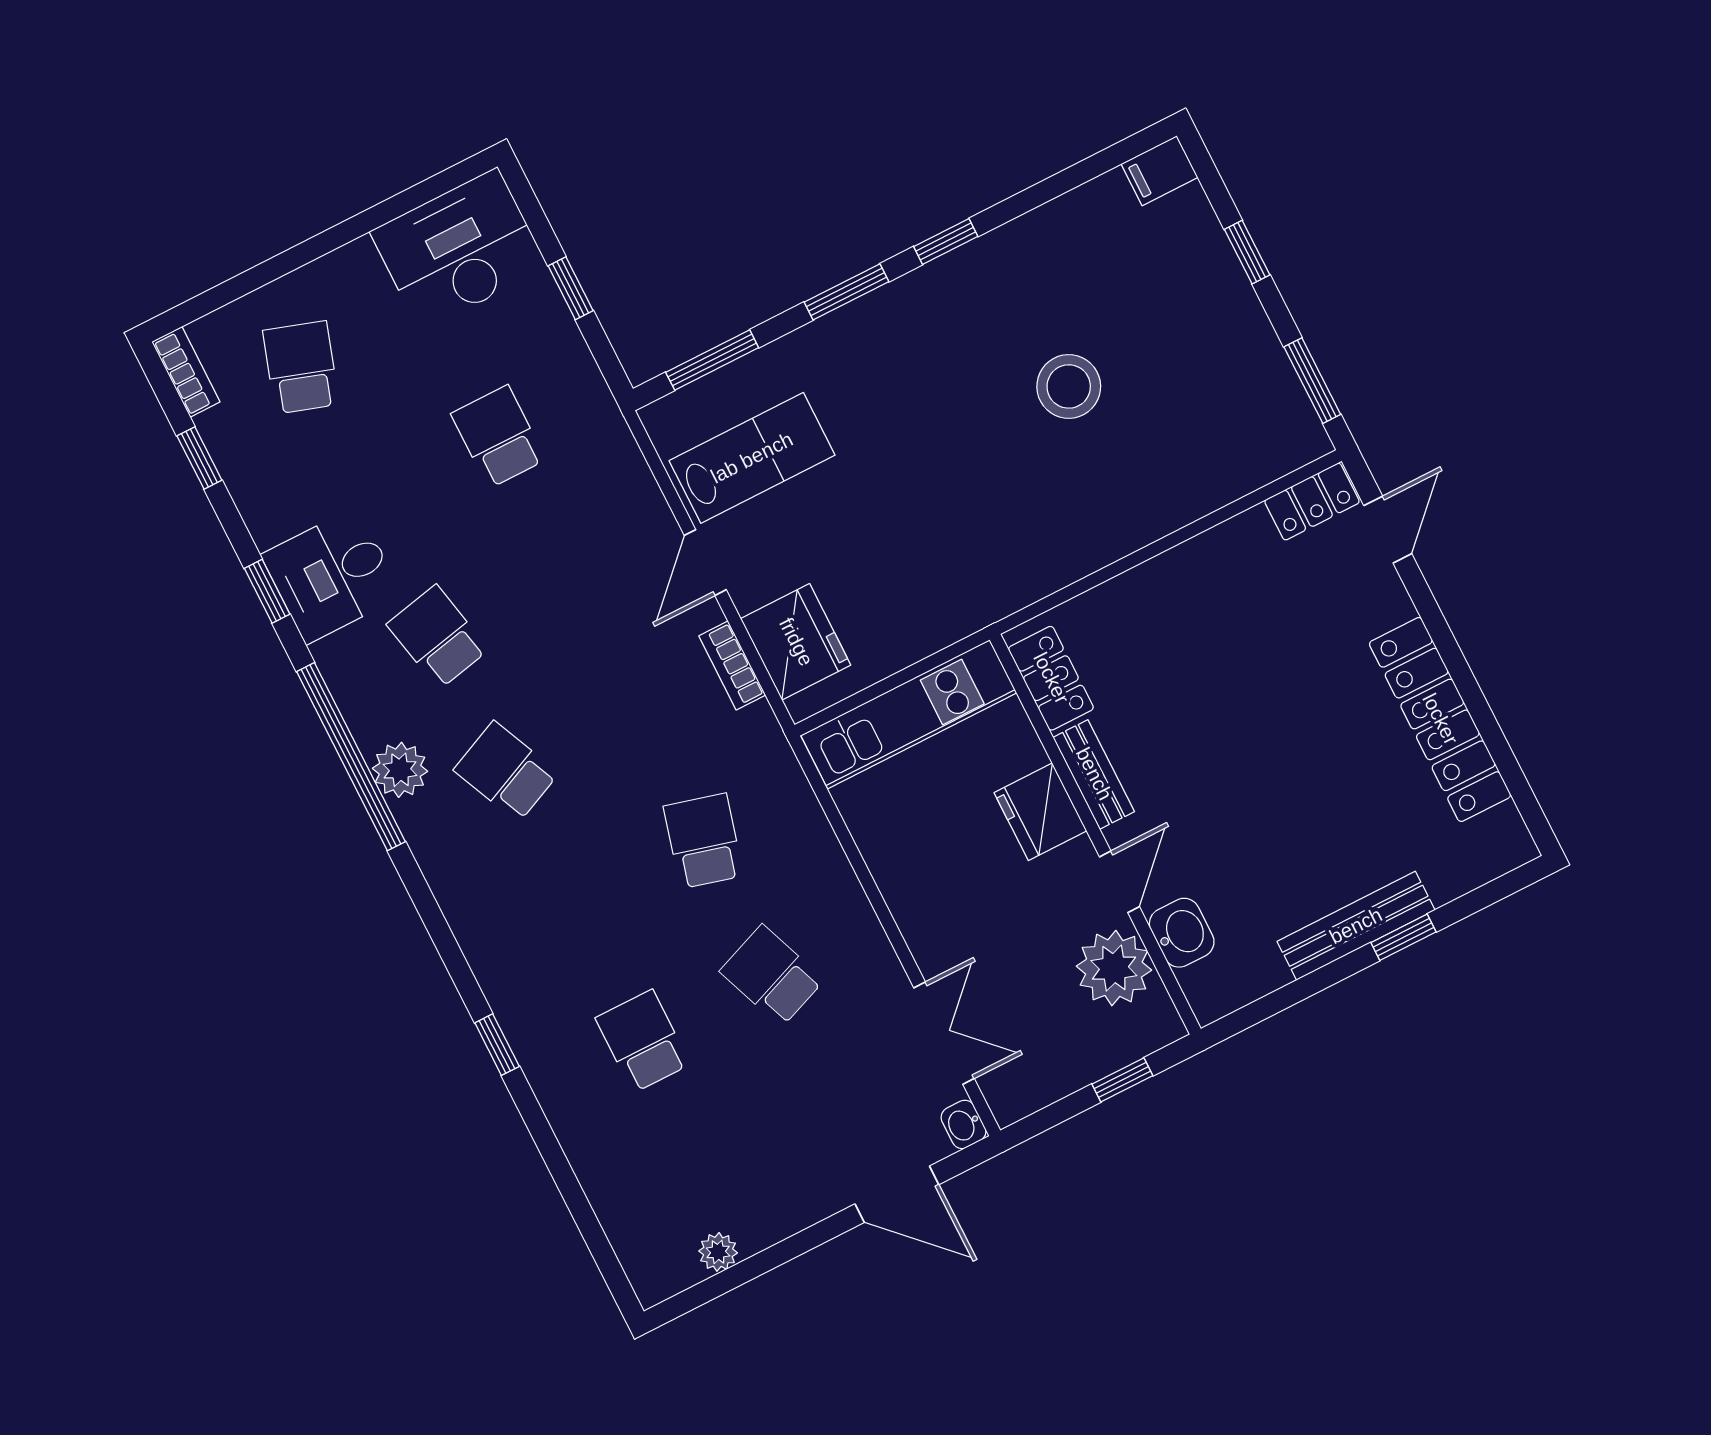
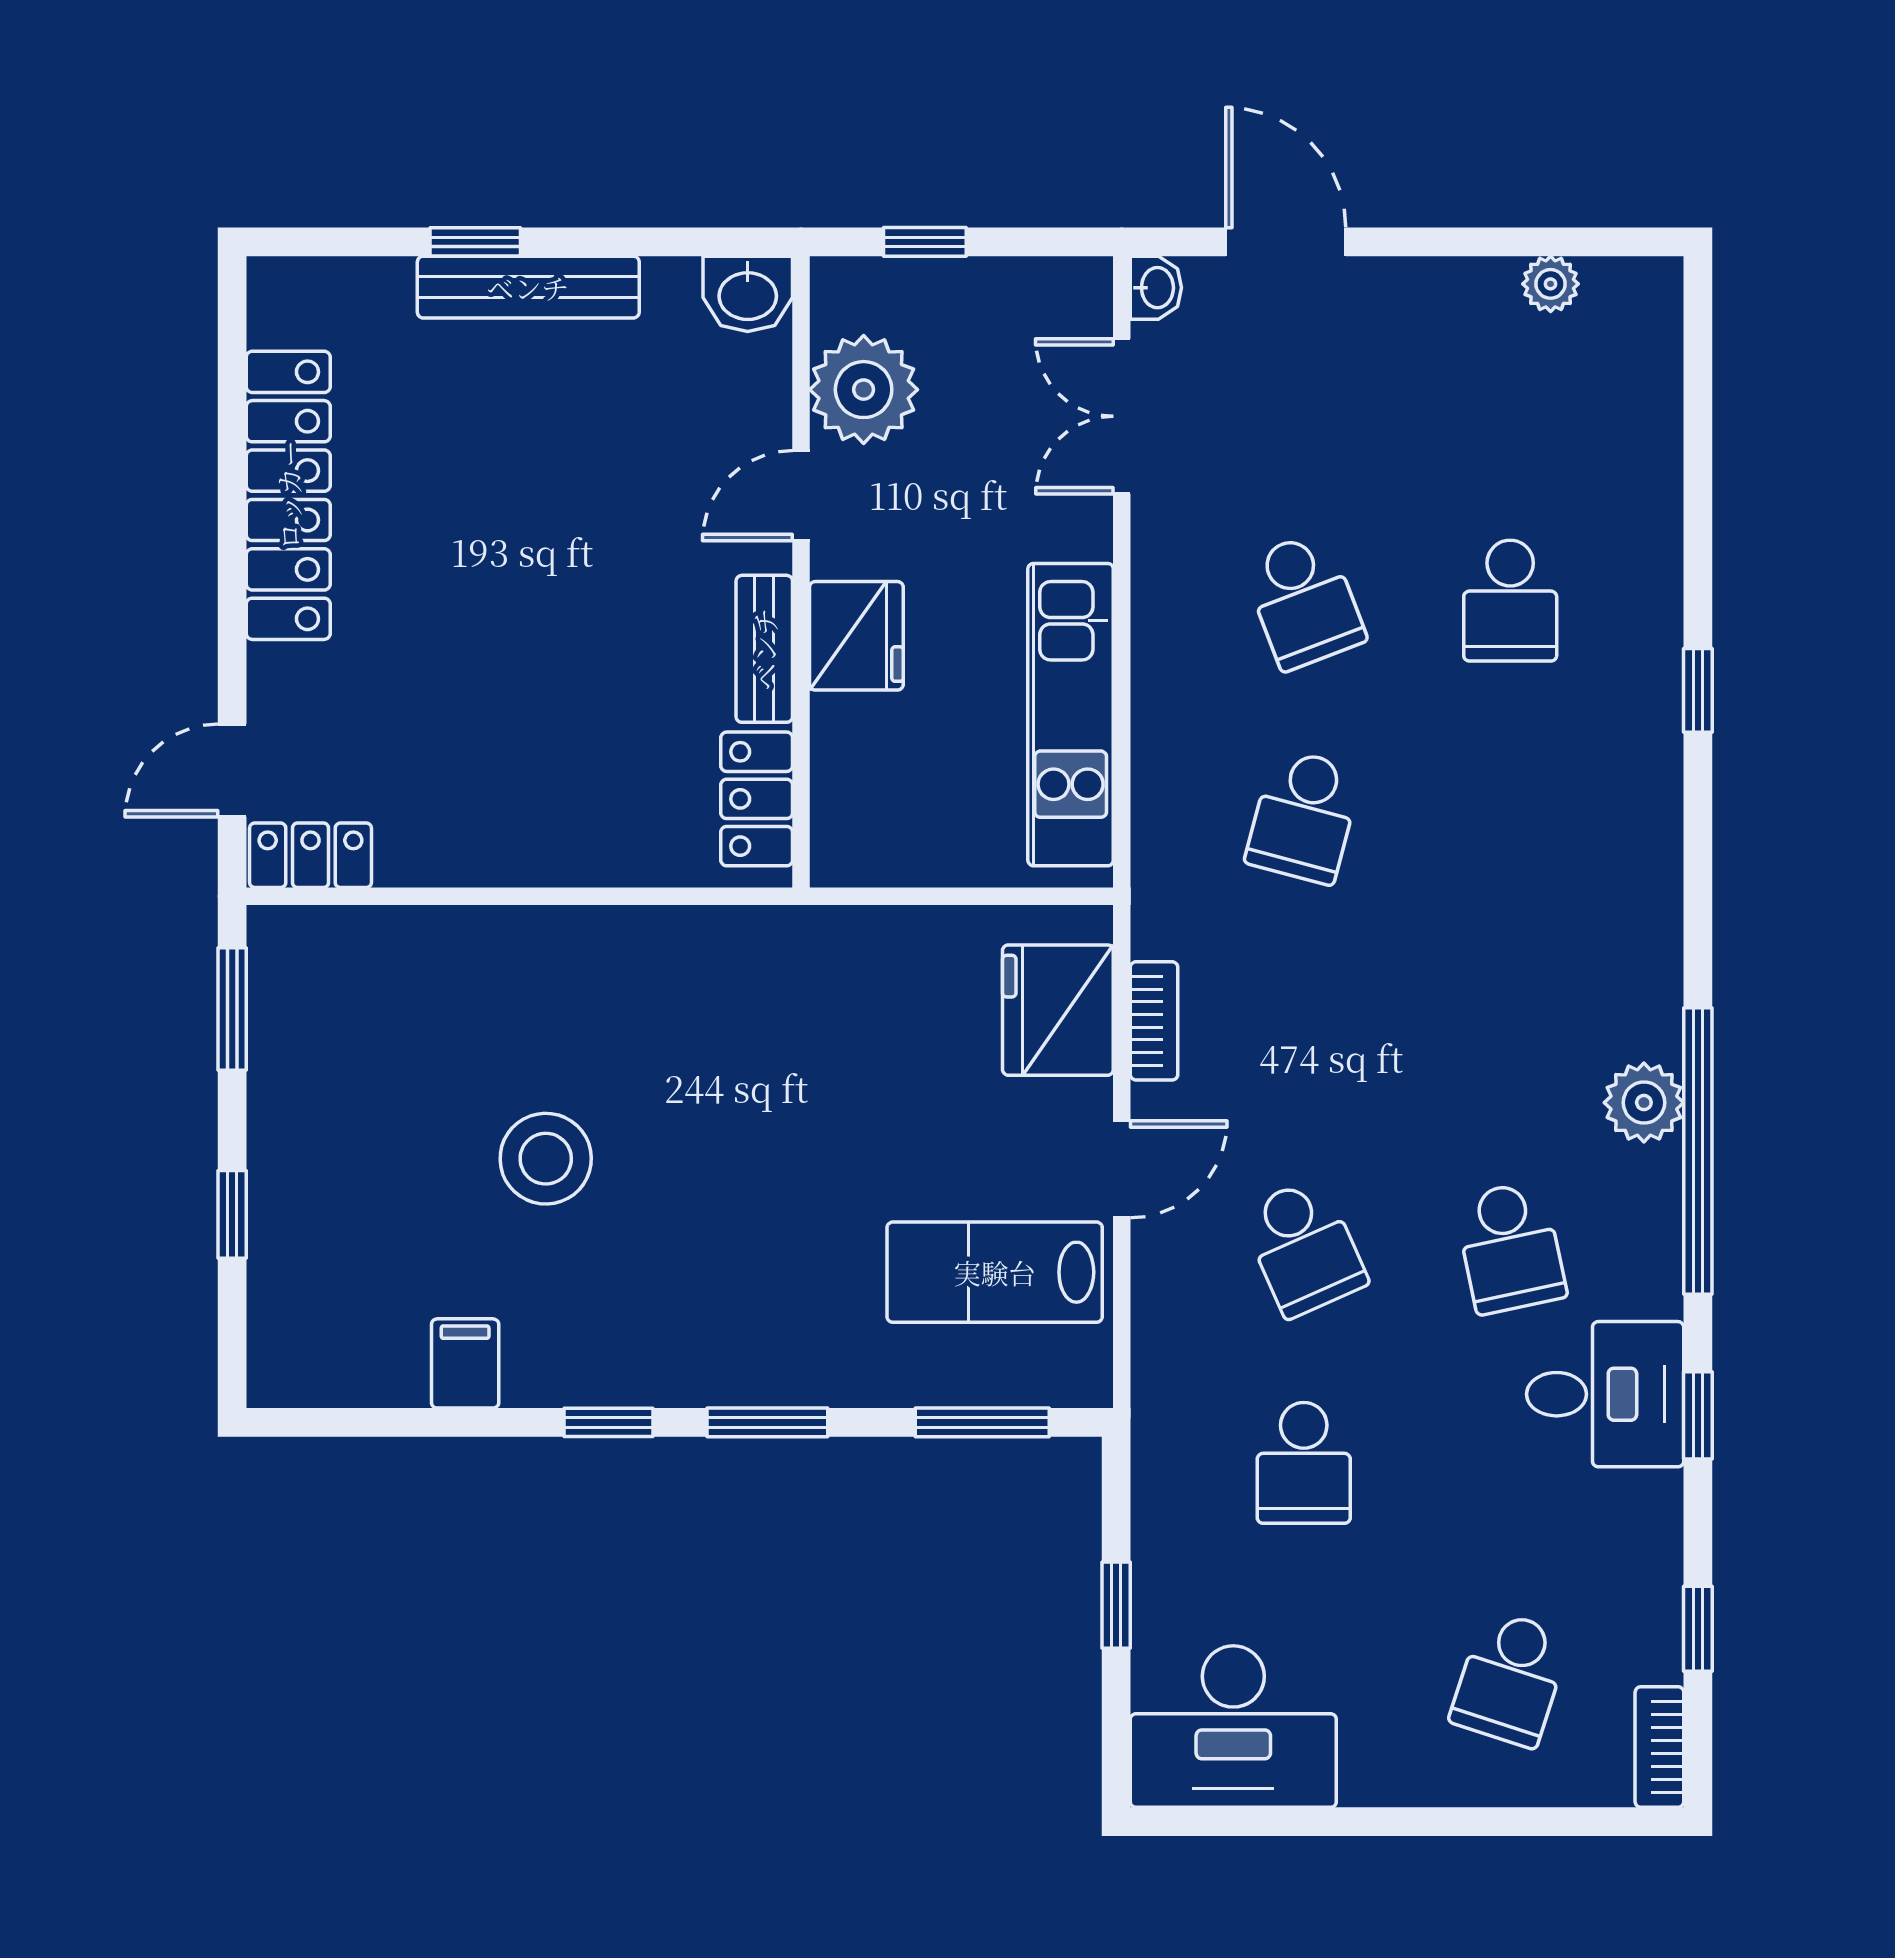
filing cabinet: (1159, 171) -> (465, 1363), moved, turned -90
kitchen unit: (909, 714) -> (1071, 715), moved, turned -90
school desk: (506, 772) -> (1304, 1247), moved
washbasin: (1182, 933) -> (748, 294), moved, turned -90

